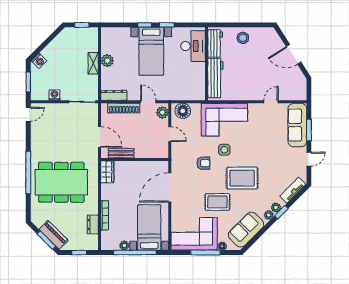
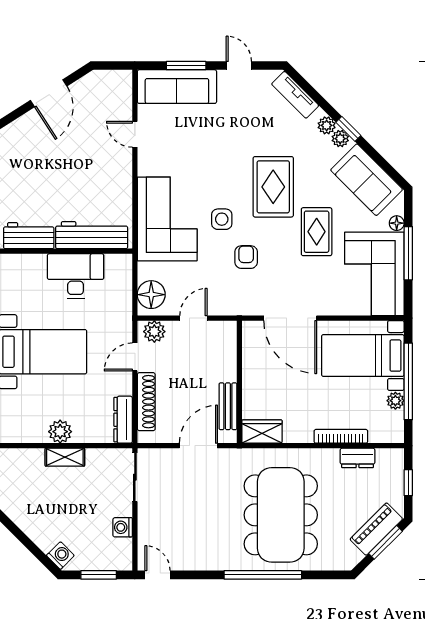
stool: (243, 38) -> (19, 185), removed
desk: (193, 46) -> (76, 276), moved
window: (281, 212) -> (348, 129), moved

